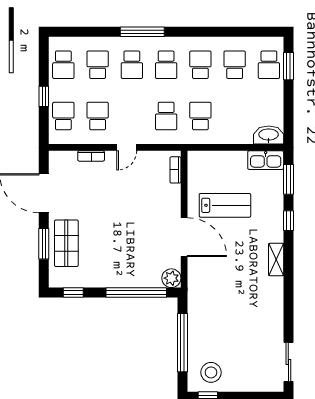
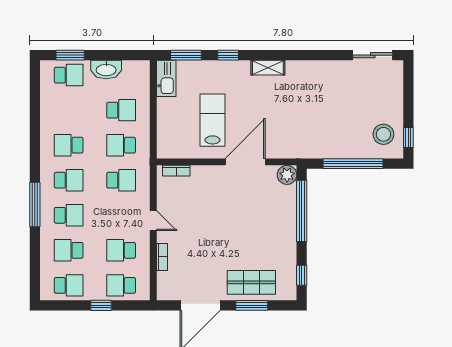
school desk: (235, 65) -> (121, 110), moved, turned 180
washbasin: (269, 135) -> (106, 69), moved, turned -90

